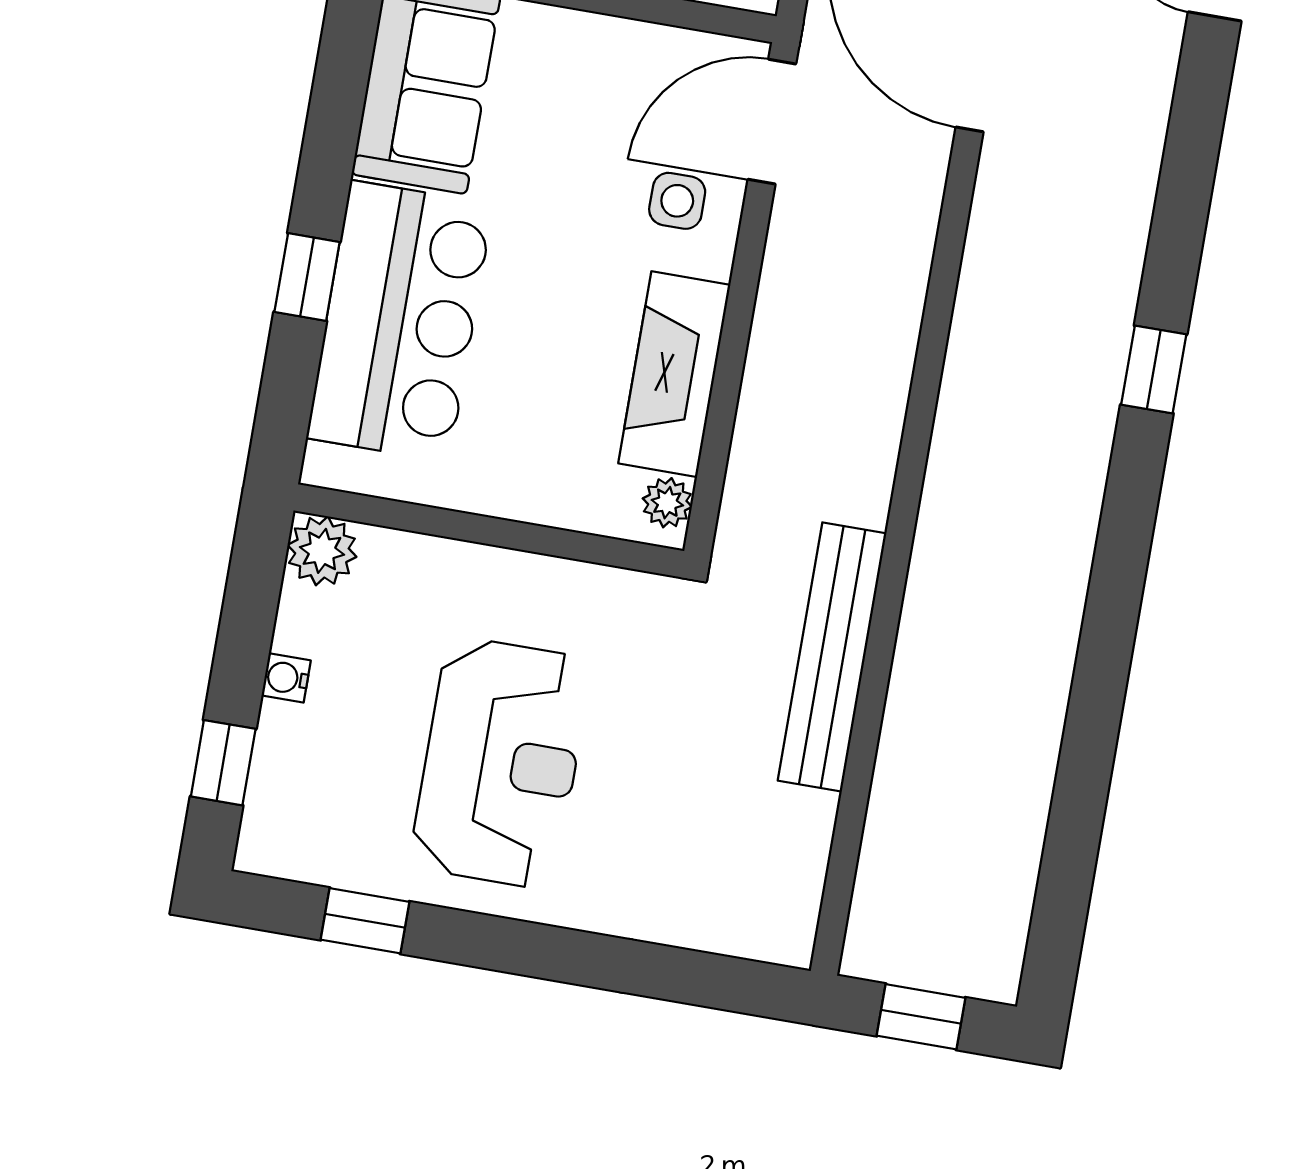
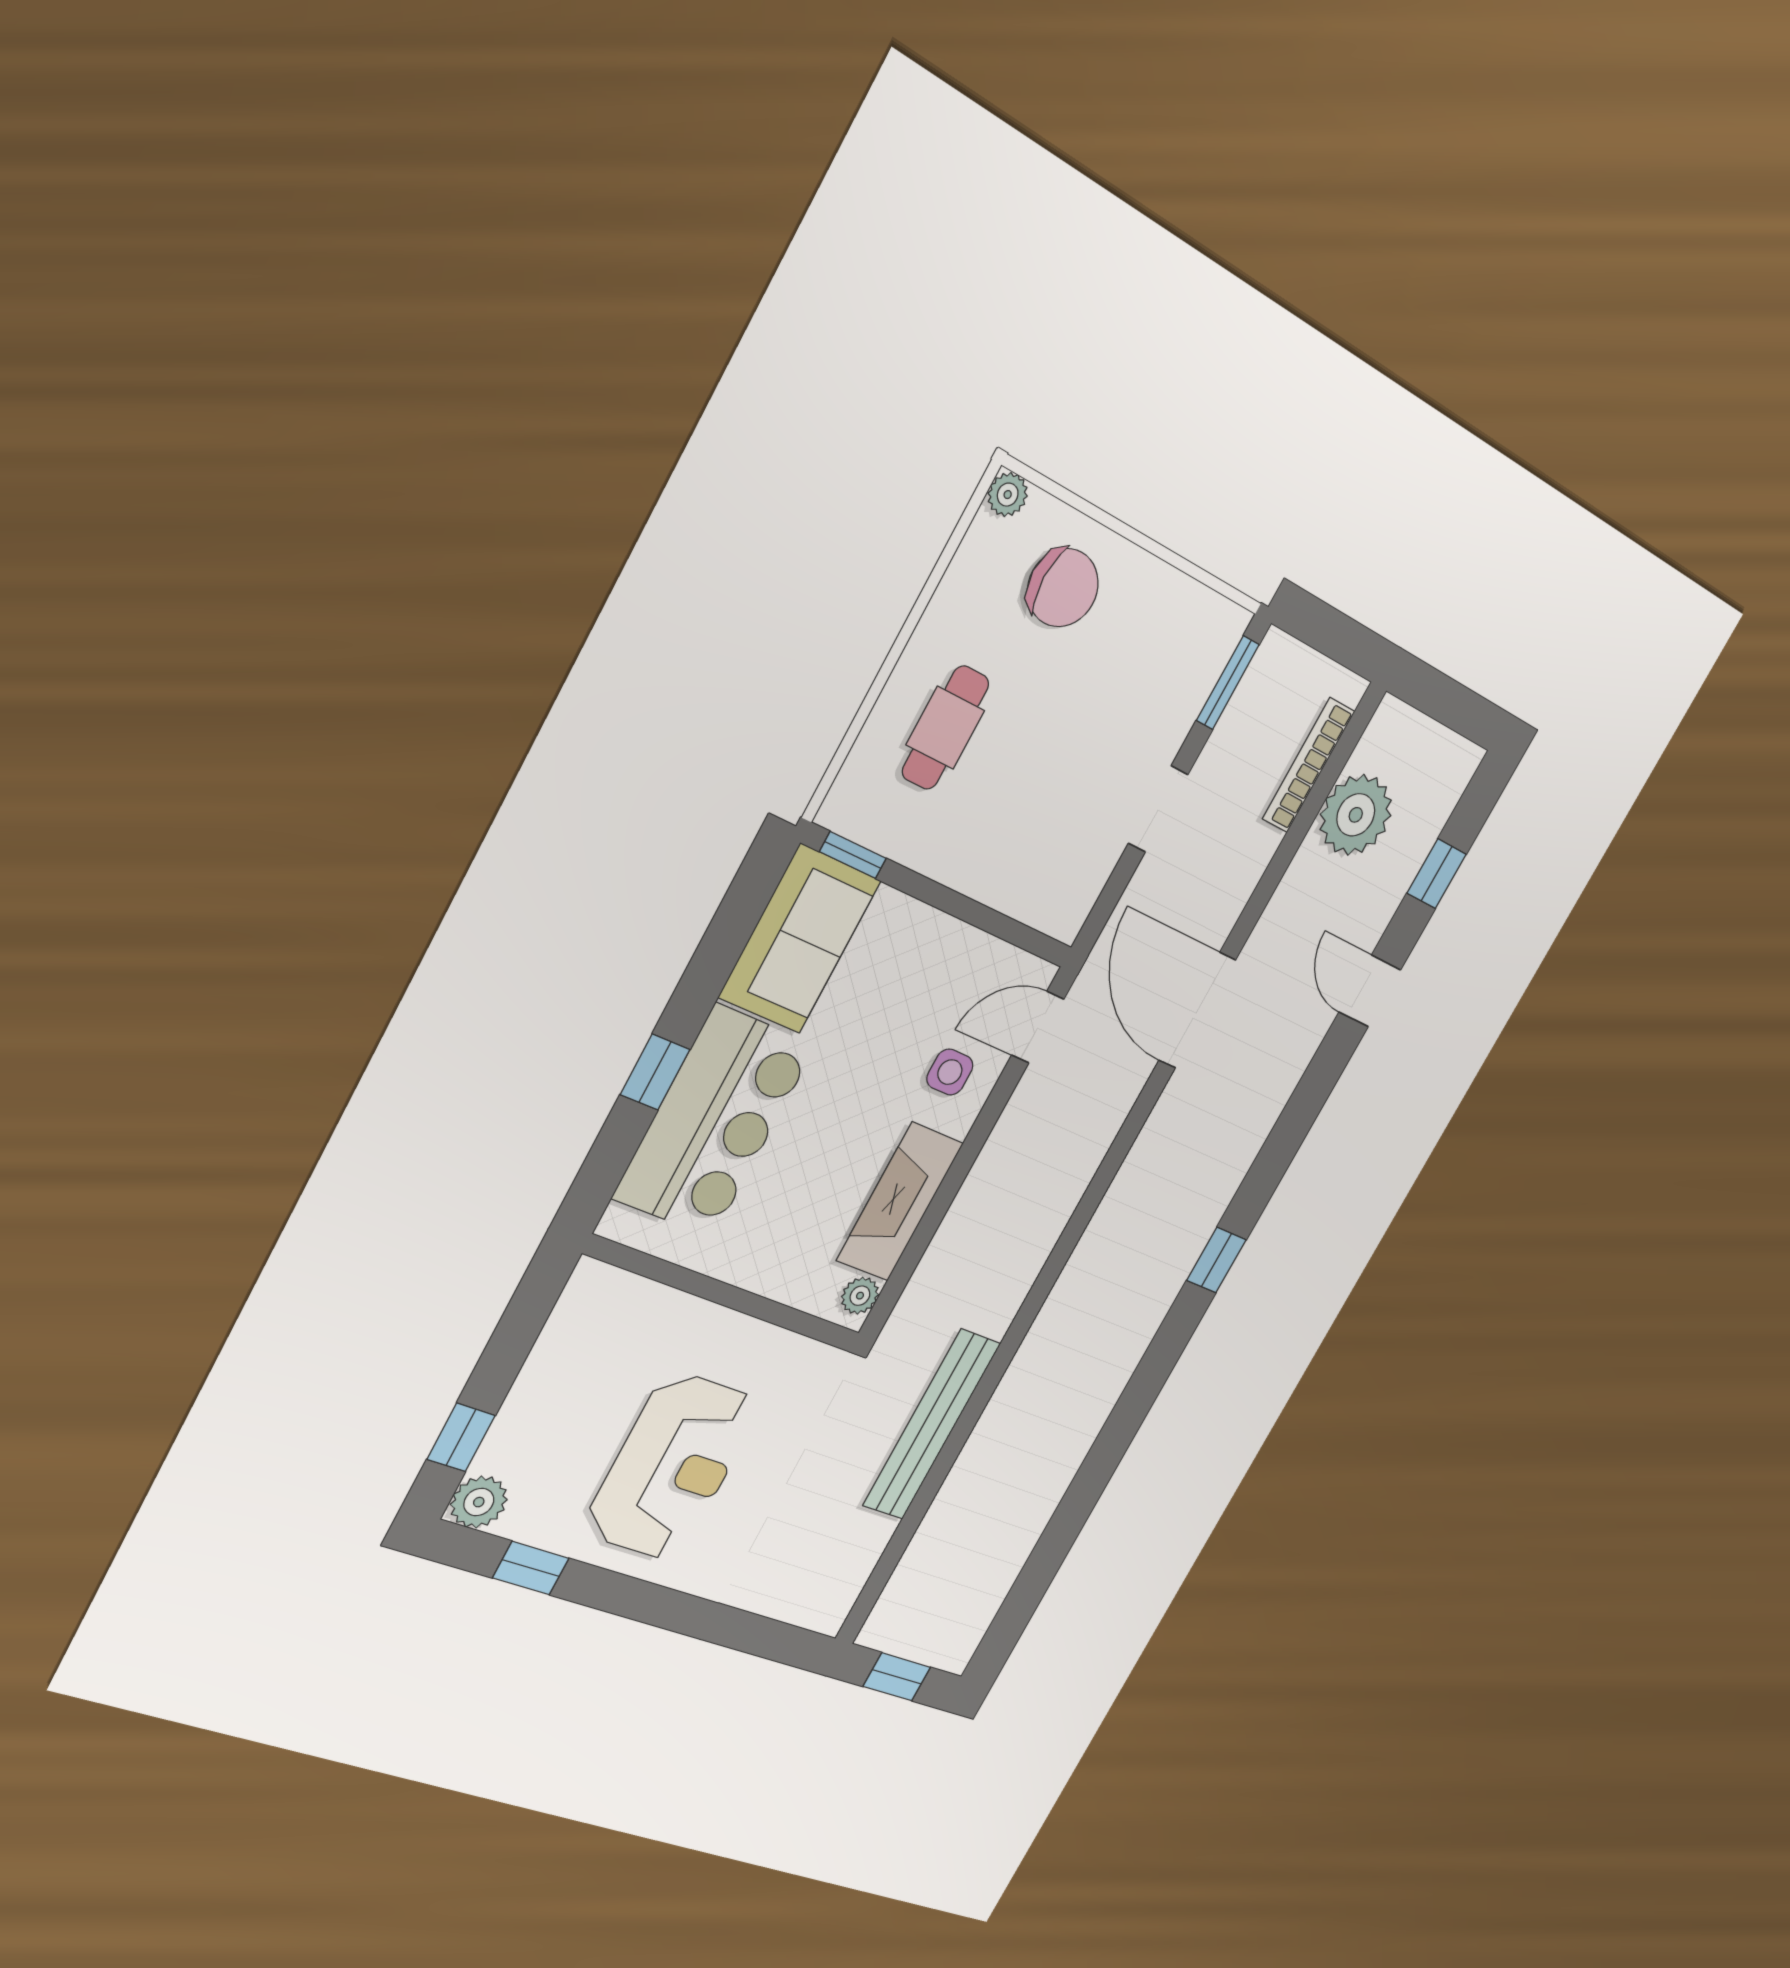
door: (772, 122) -> (1038, 1027), width x0.73
plant: (322, 551) -> (479, 1502), moved
water cooler: (286, 678) -> (532, 1380), removed

